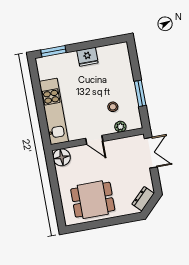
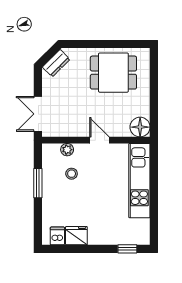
window: (53, 51) -> (127, 249), width x0.67
dishwasher: (115, 51) -> (57, 236), added
fridge: (87, 57) -> (76, 236), moved

